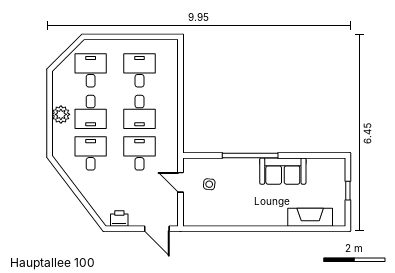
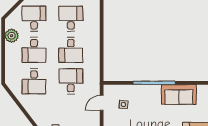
plant: (61, 114) -> (12, 36), moved
desk: (91, 153) -> (34, 81), turned 180
door: (180, 182) -> (102, 103), hinge flipped

